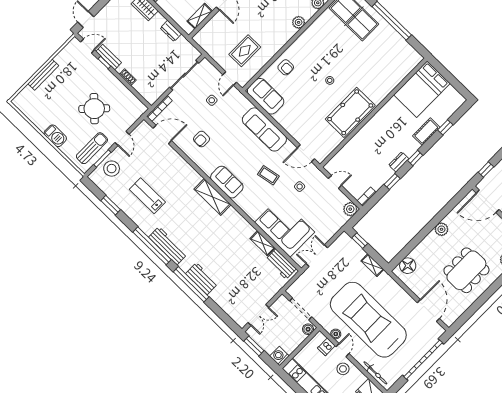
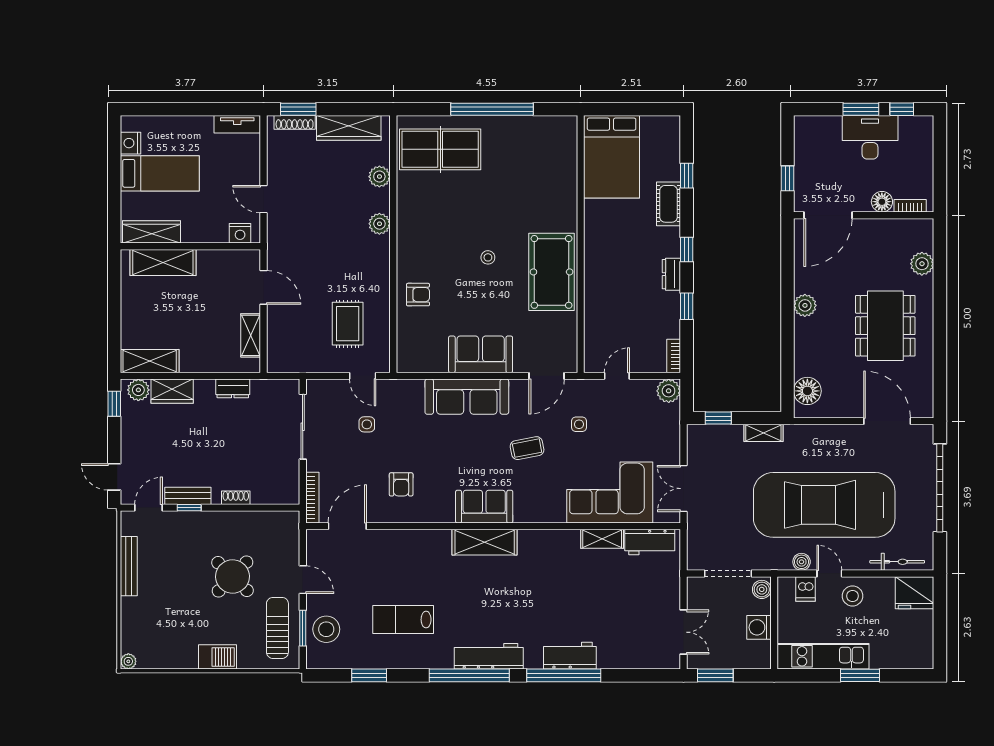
bench: (43, 75) -> (129, 566), moved
sofa: (266, 96) -> (481, 354), moved
plant: (17, 101) -> (128, 661), added
washing machine: (279, 356) -> (759, 627), moved

